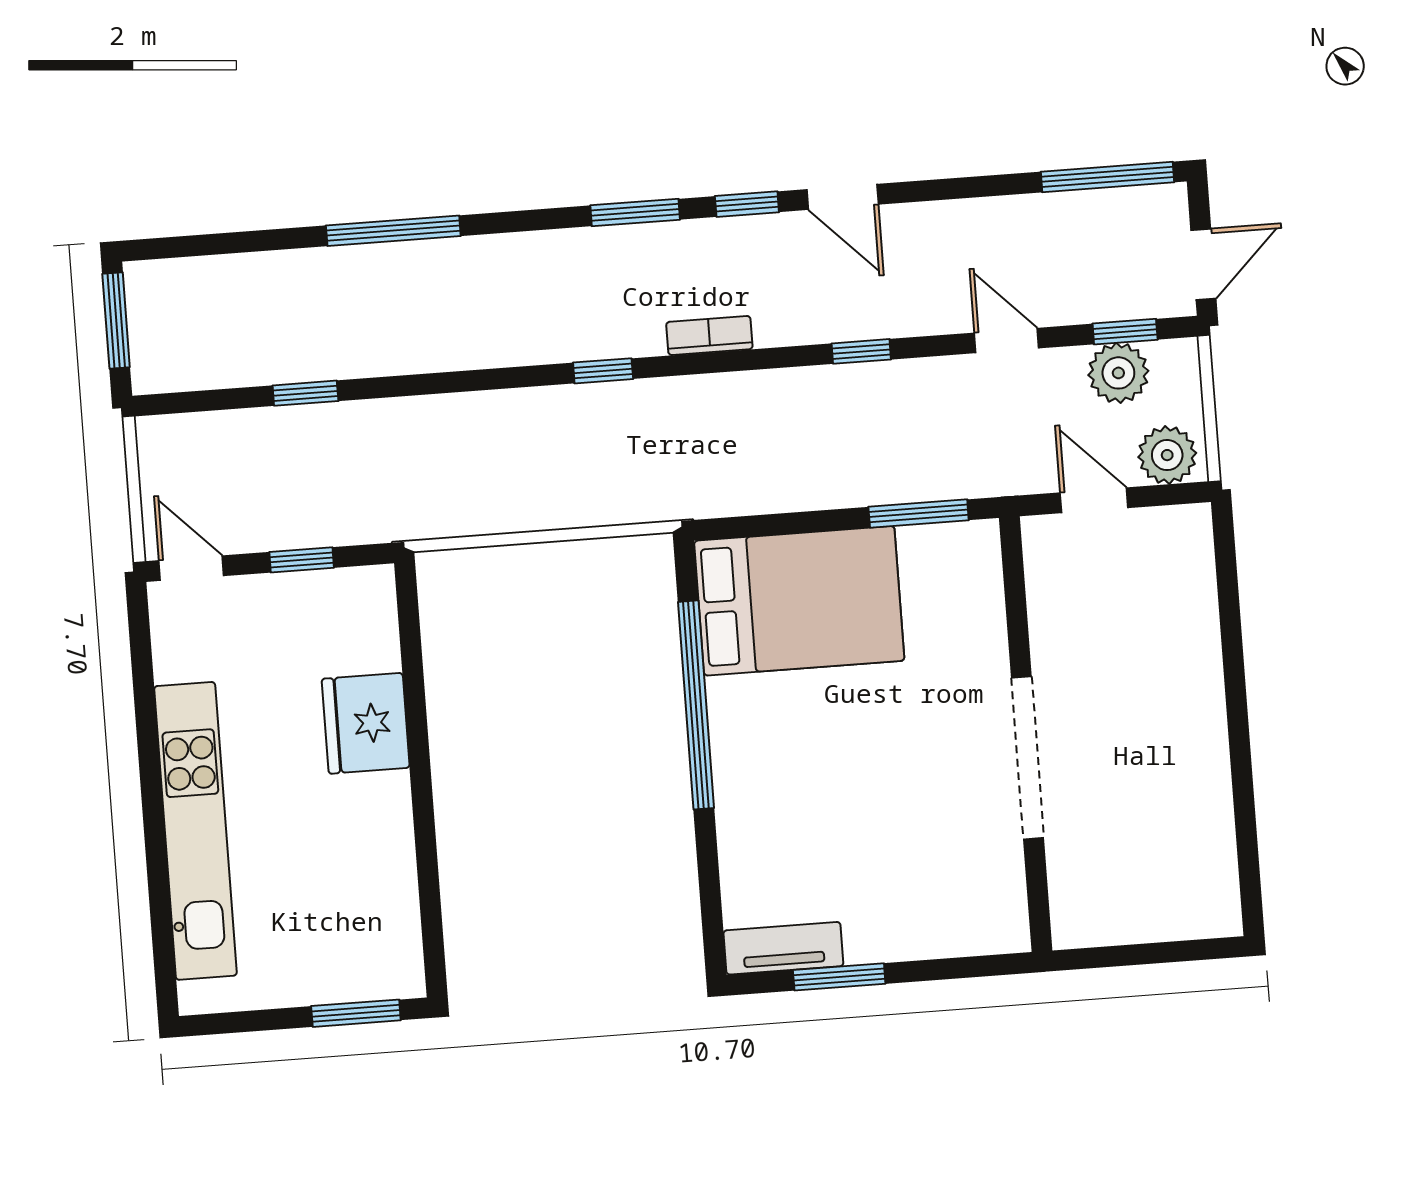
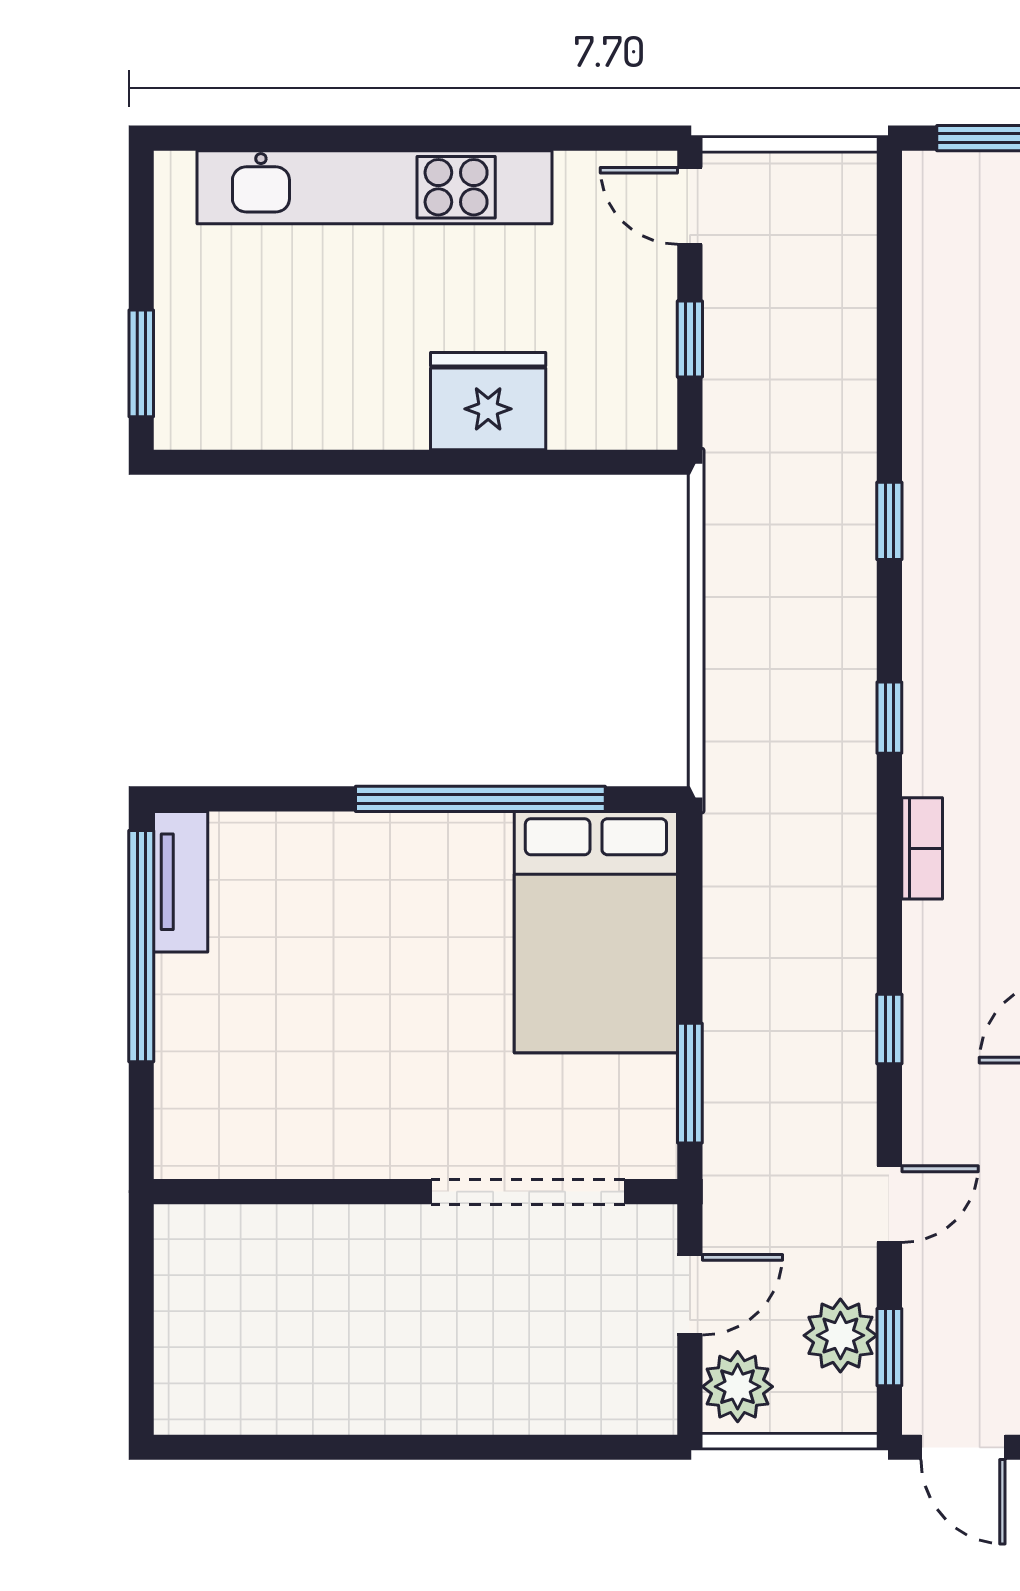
window: (305, 393) -> (889, 521), moved
door: (191, 568) -> (690, 206), swing flipped
doorway: (1027, 758) -> (528, 1192), moved
window: (839, 977) -> (141, 946), width x2.11

